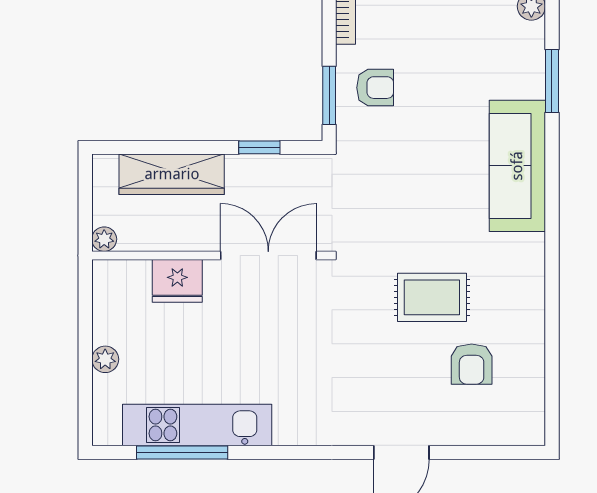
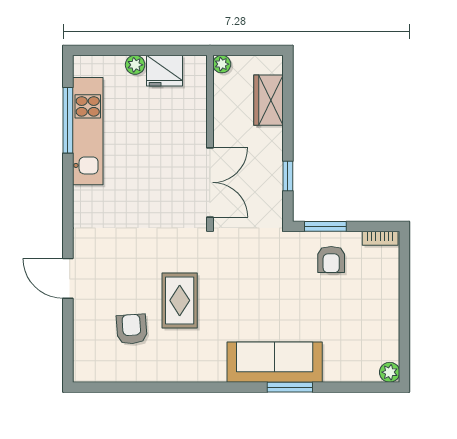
window: (552, 81) -> (290, 387), moved
wardrobe: (172, 174) -> (269, 100), width x0.67
fridge: (177, 281) -> (165, 71), moved, turned -90
armchair: (472, 364) -> (132, 329), turned 86

